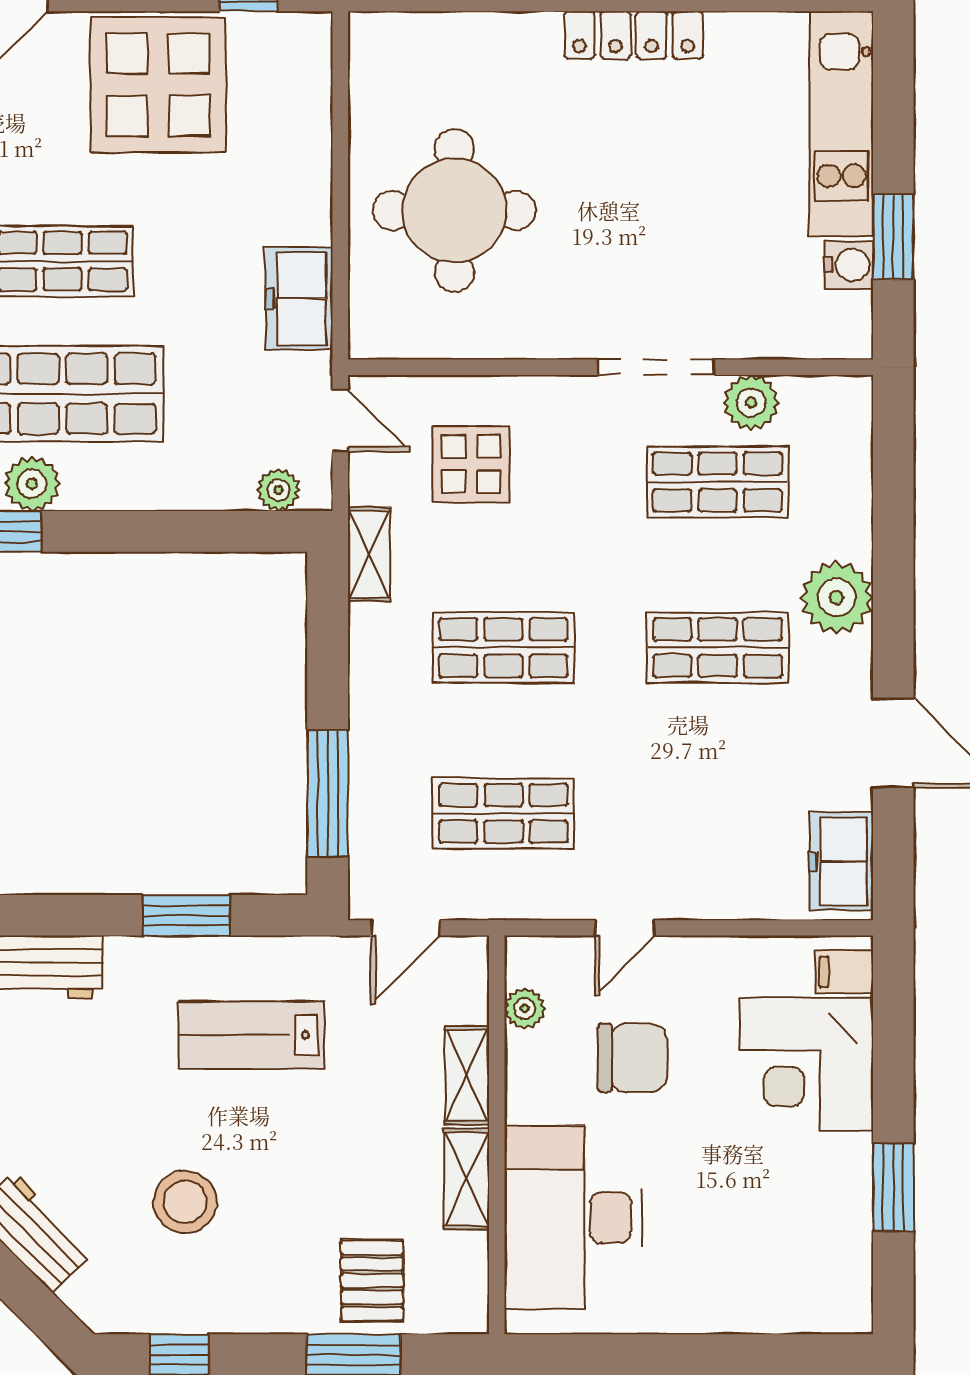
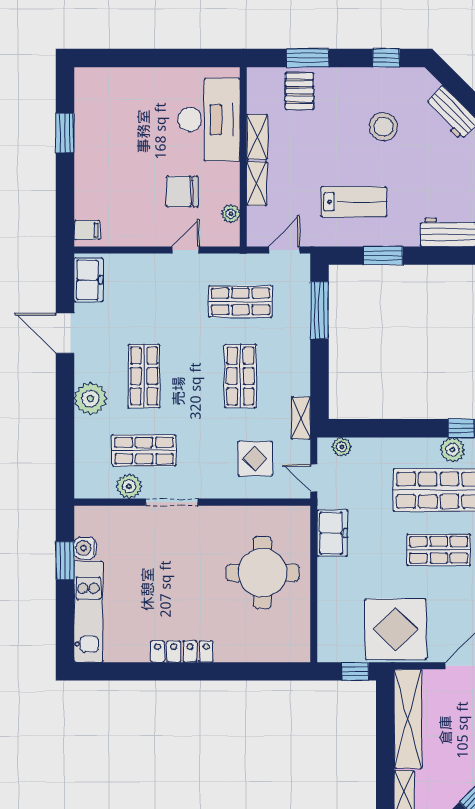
shop shelf: (503, 648) -> (240, 376), turned 90
shop shelf: (718, 648) -> (144, 376), turned 90
corner desk: (807, 1064) -> (104, 189), removed

